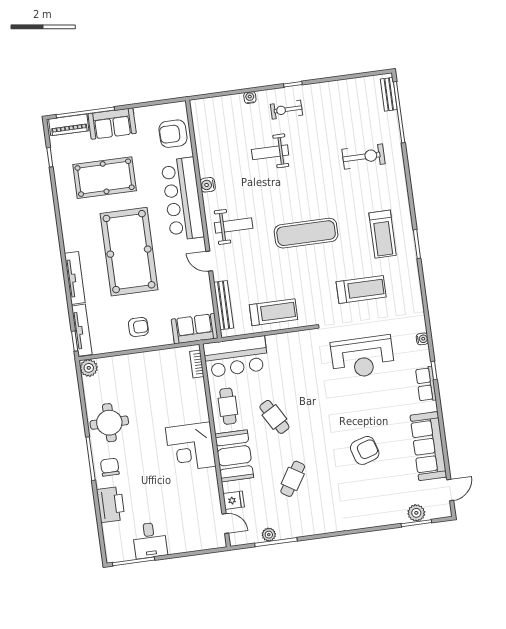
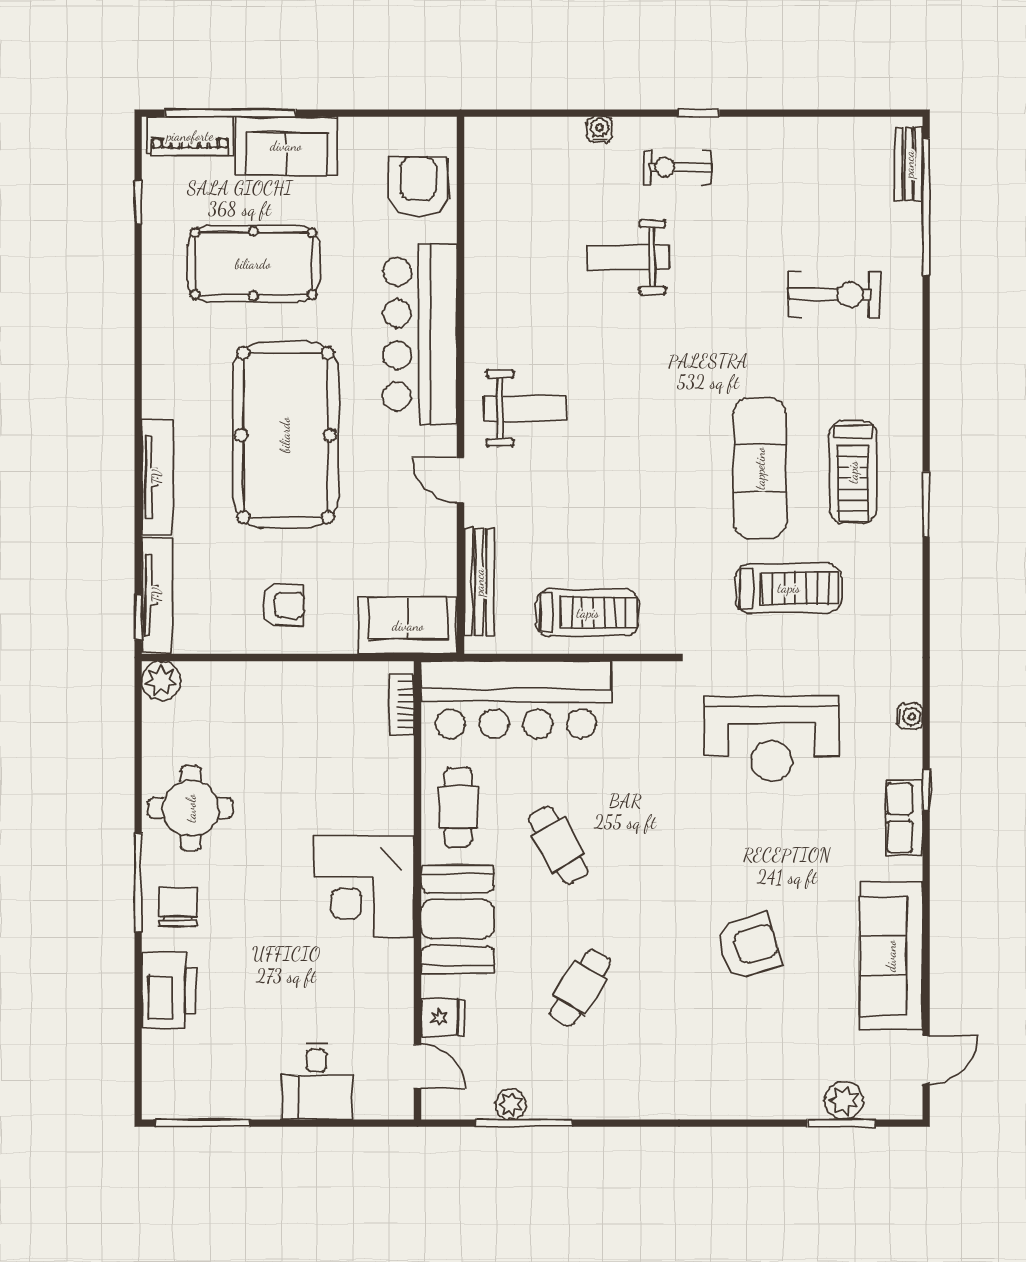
armchair: (173, 134) -> (418, 187), turned 90
water cooler: (208, 185) -> (480, 310), removed
exercise mat: (306, 233) -> (760, 468), moved, turned 90
bar counter: (236, 357) -> (516, 700), width x1.36
desk: (150, 540) -> (316, 1081), moved

